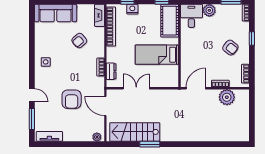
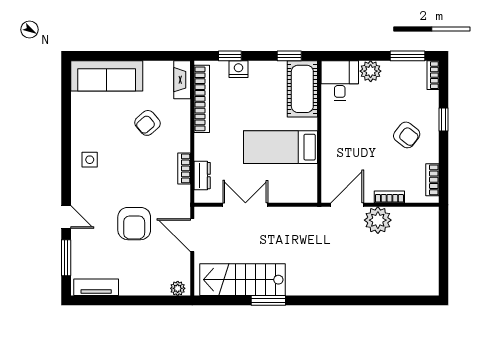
plant: (227, 97) -> (378, 220), moved

